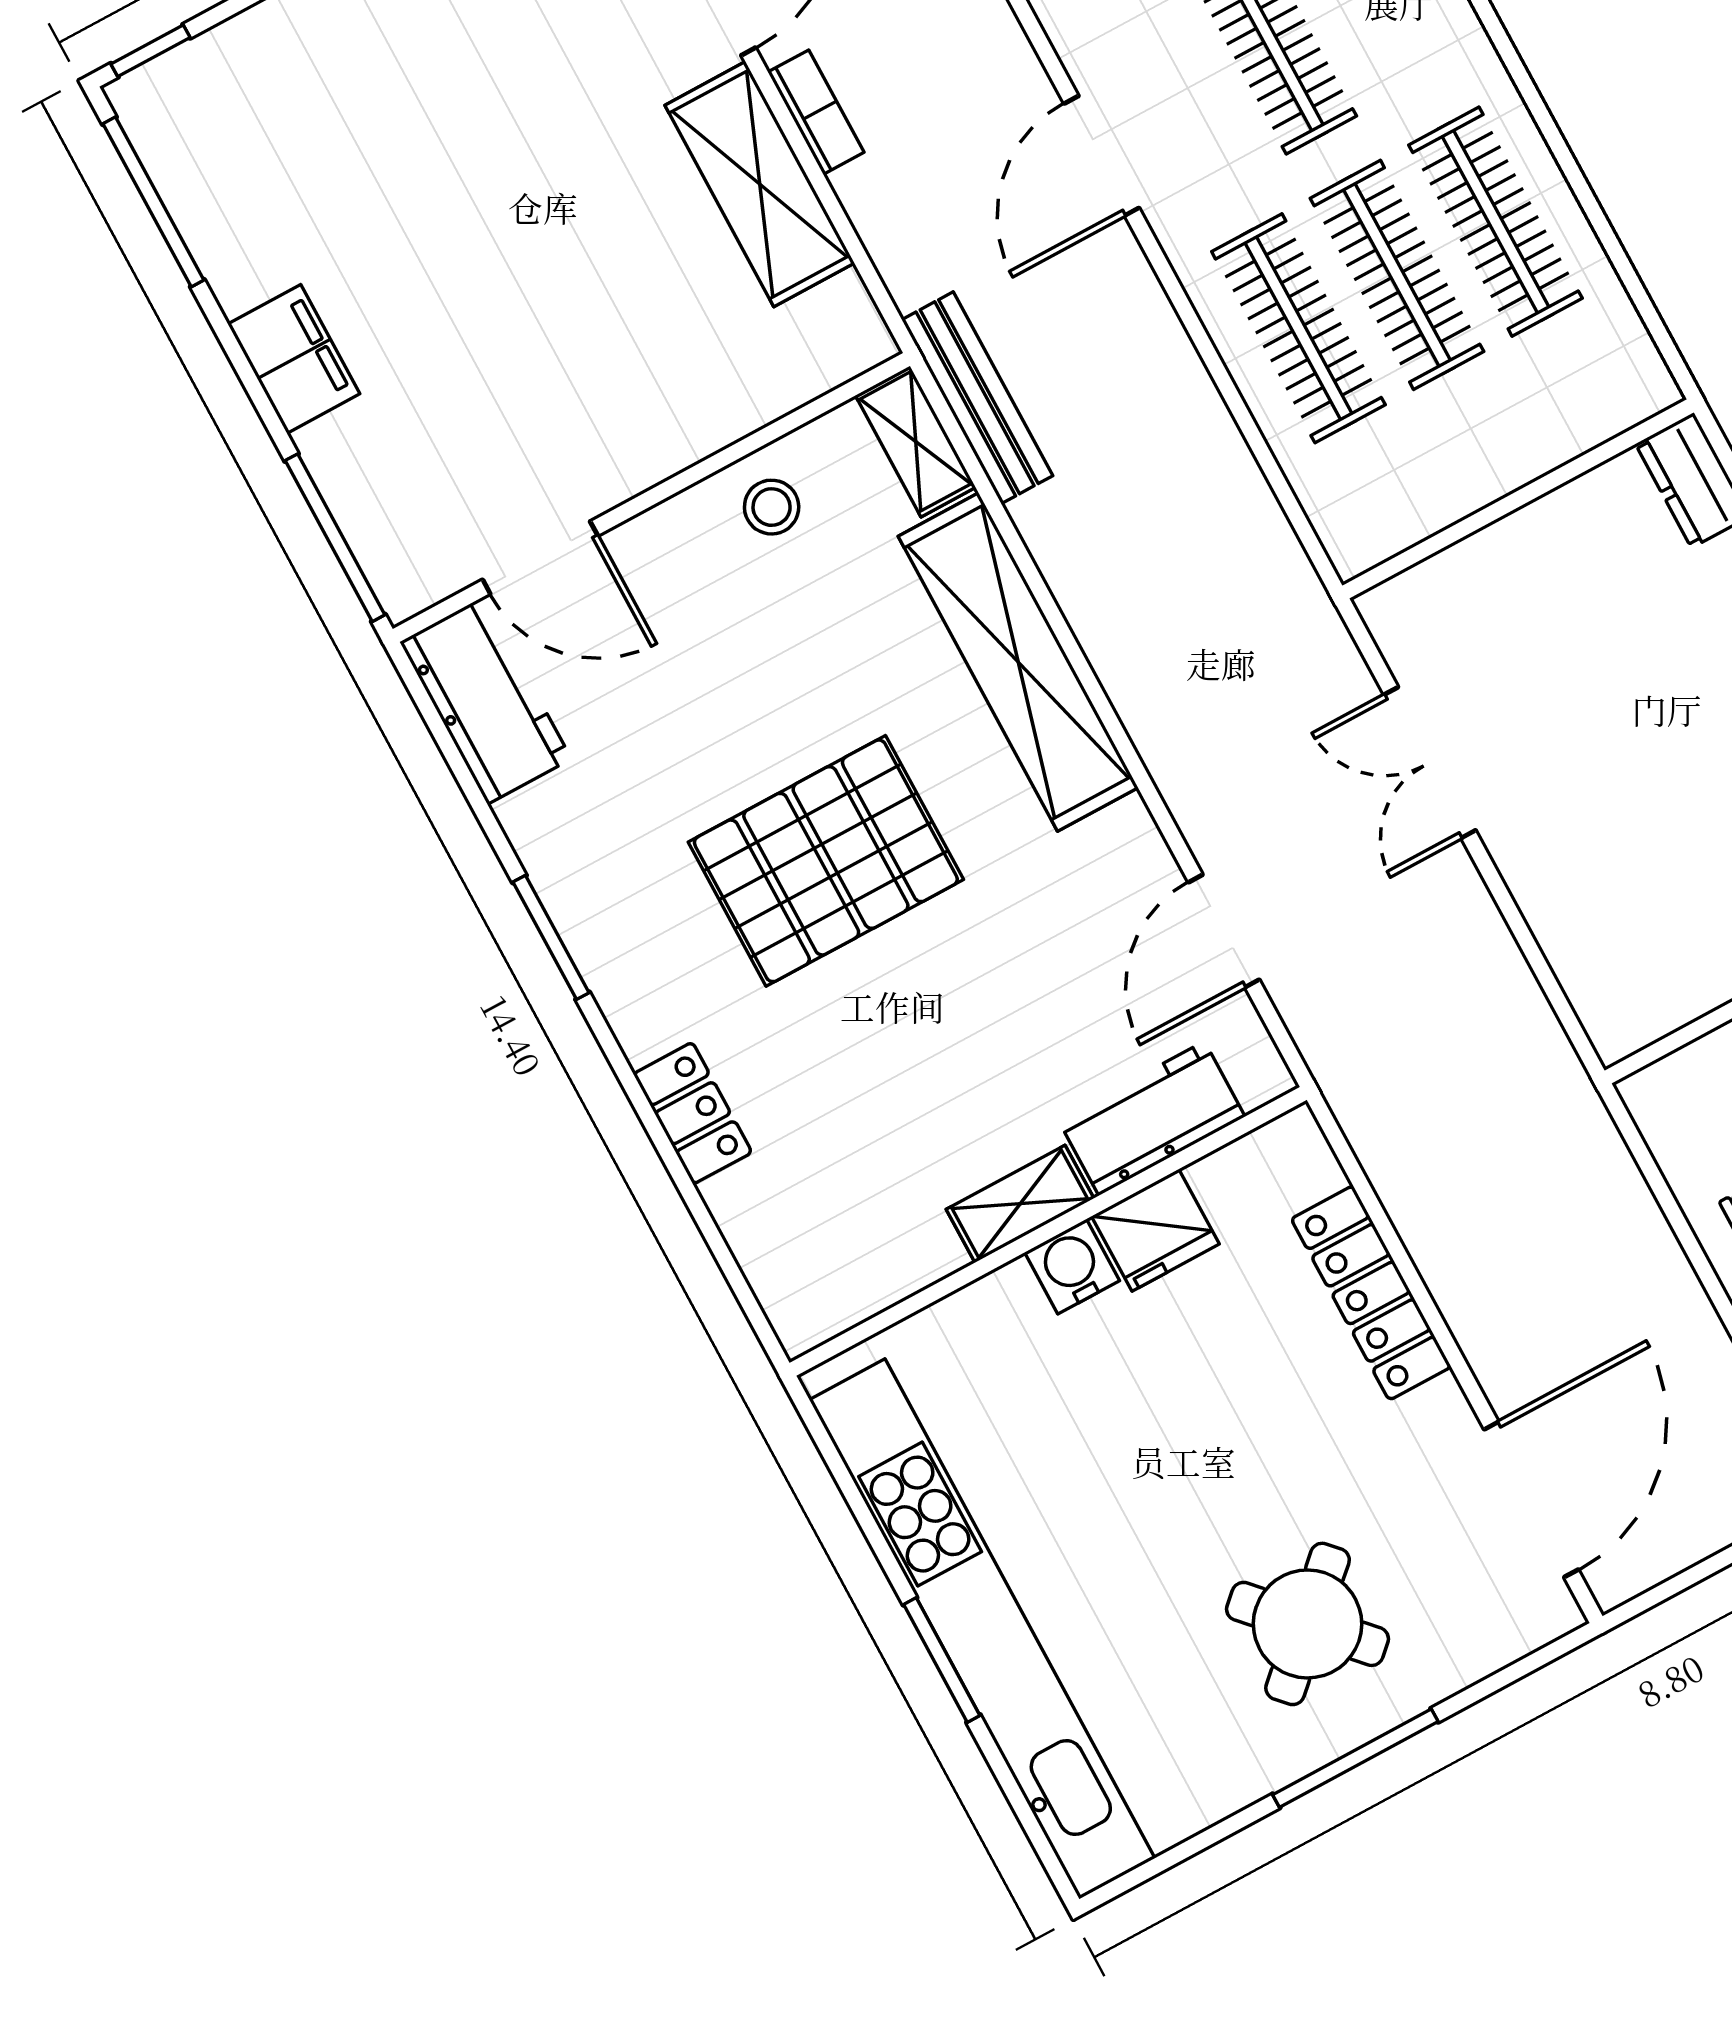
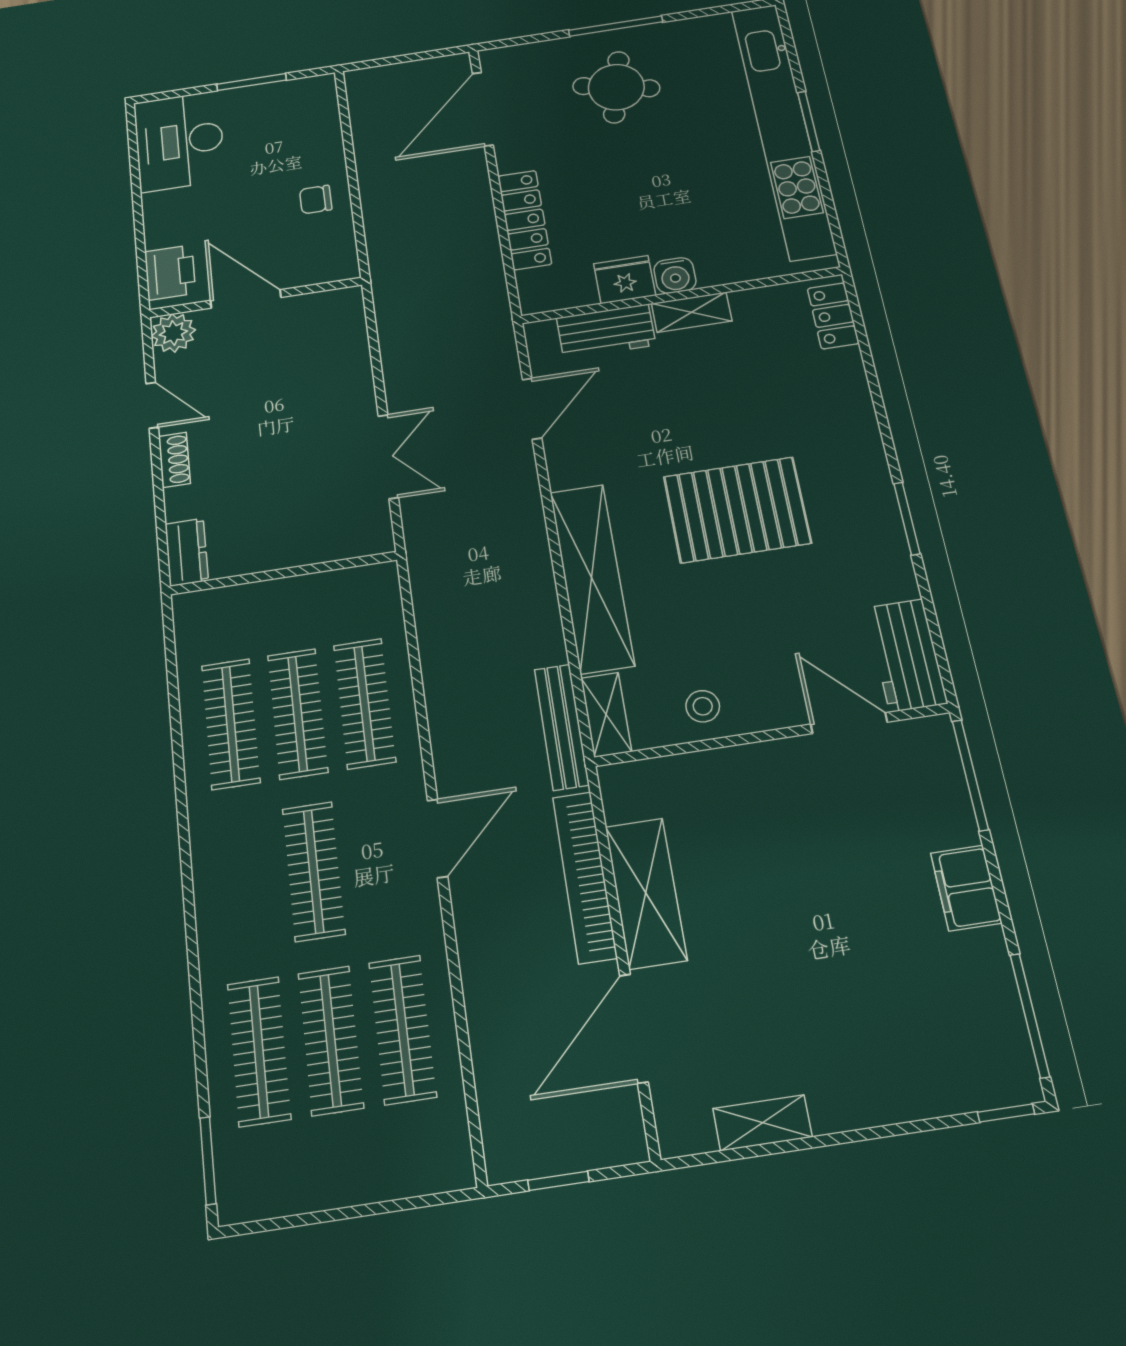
bookcase: (816, 112) -> (585, 877), width x2.31, depth x1.31
locker: (693, 1113) -> (833, 316), moved
round table: (1308, 1624) -> (616, 87), turned -34

